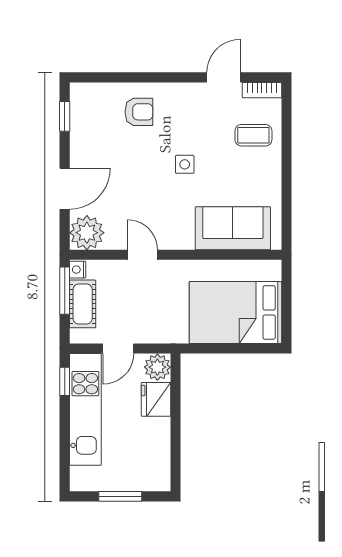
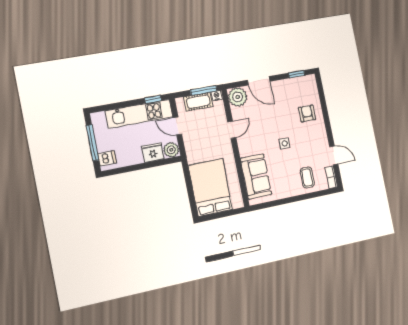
armchair: (139, 112) -> (307, 113), turned 180
dishwasher: (151, 477) -> (107, 158), added
window: (120, 496) -> (92, 143), width x1.44

